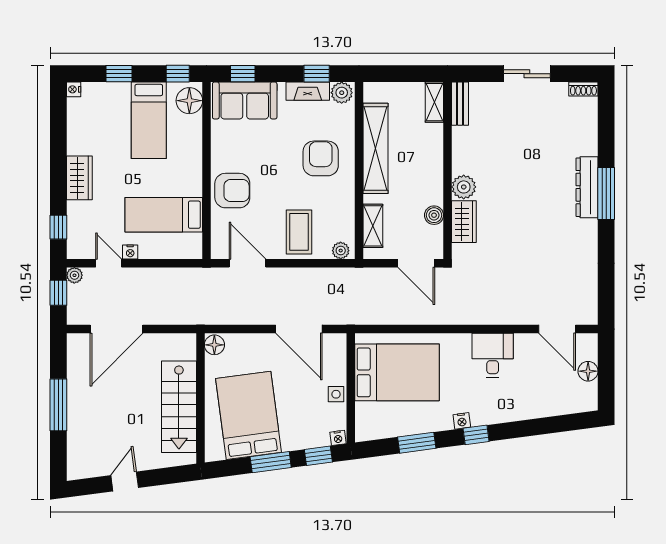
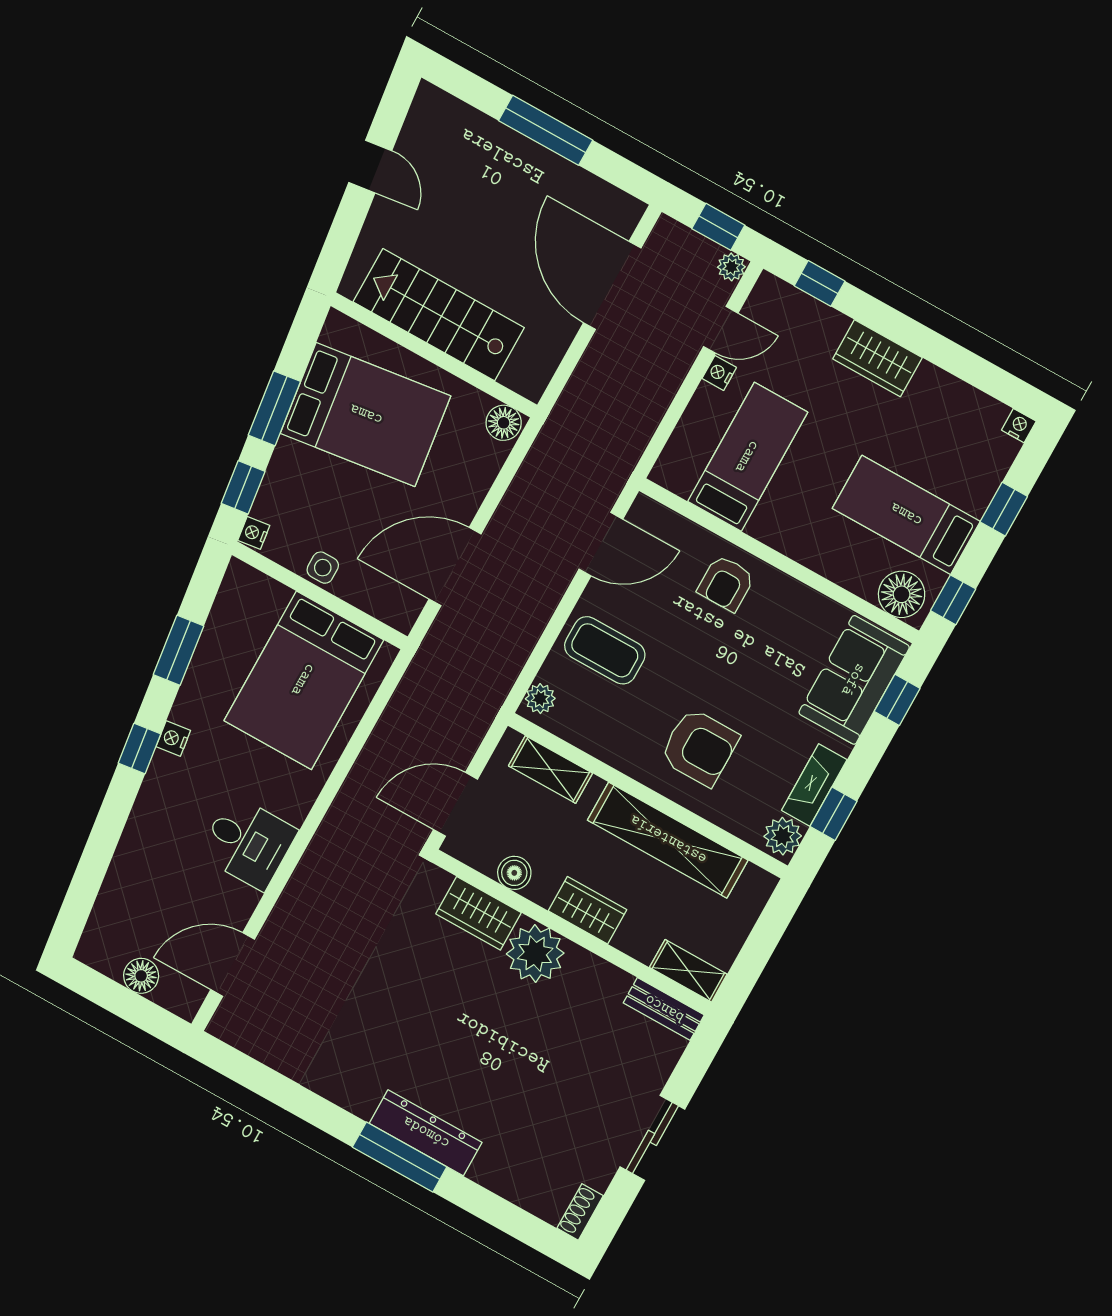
wardrobe: (432, 169) -> (588, 910), added
plant: (464, 187) -> (535, 954), width x1.36, depth x1.36
armchair: (232, 191) -> (726, 583), width x0.72, depth x0.72

